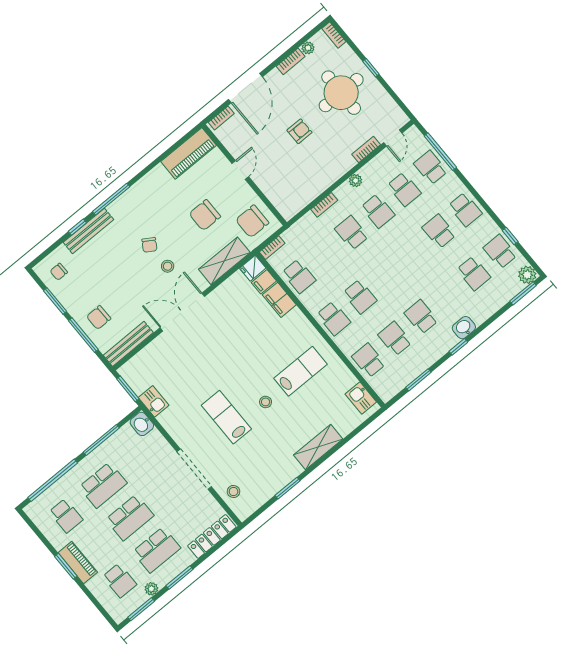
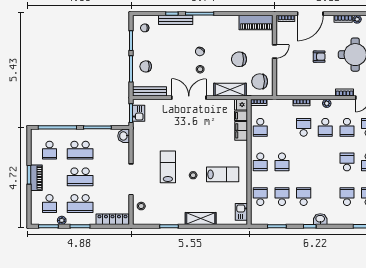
school desk: (474, 273) -> (347, 197), turned 180
kitchen sink: (154, 401) -> (139, 113), moved

